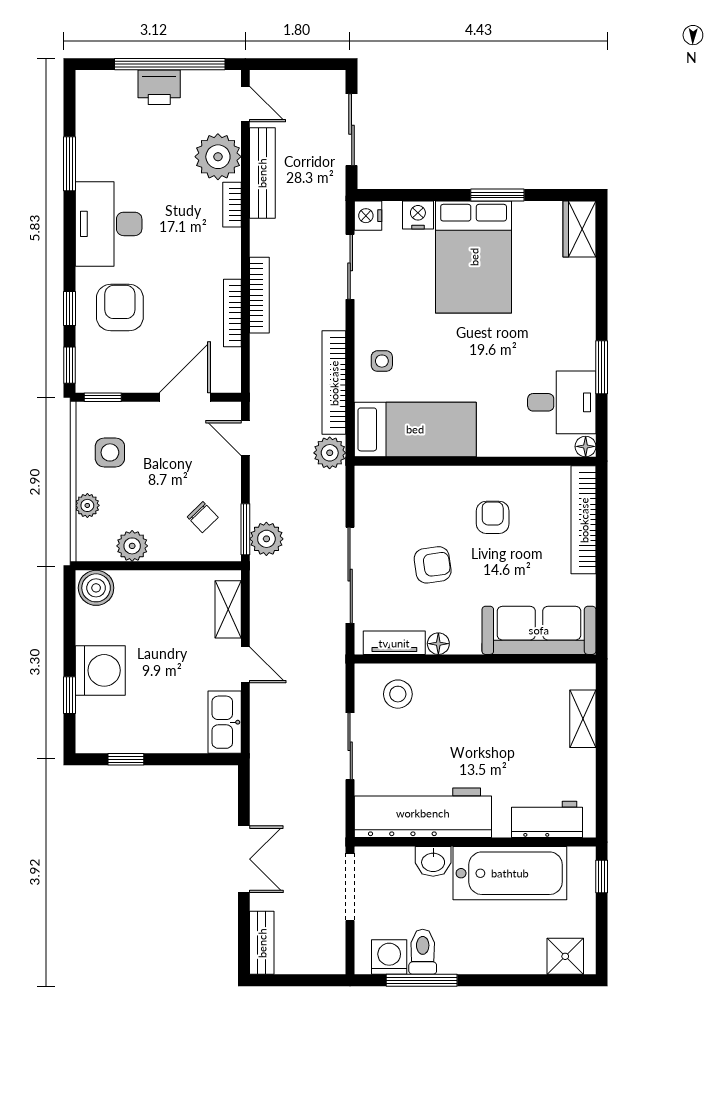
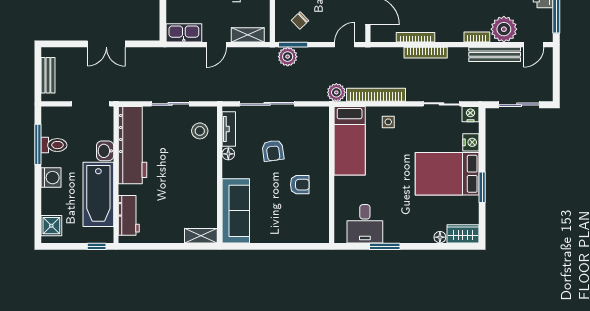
floor lamp: (586, 446) -> (440, 237), moved
bookcase: (584, 520) -> (298, 236), removed
shelving: (583, 719) -> (201, 236), moved
bench: (262, 943) -> (48, 75), moved, turned 90
washing machine: (389, 957) -> (51, 178), moved

